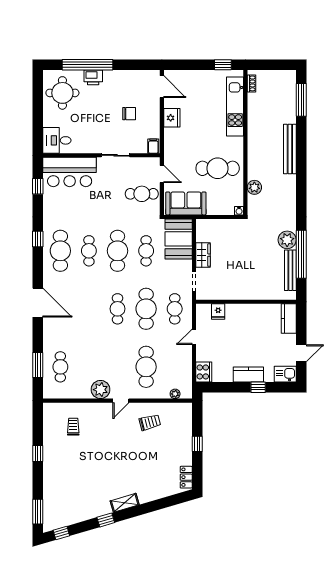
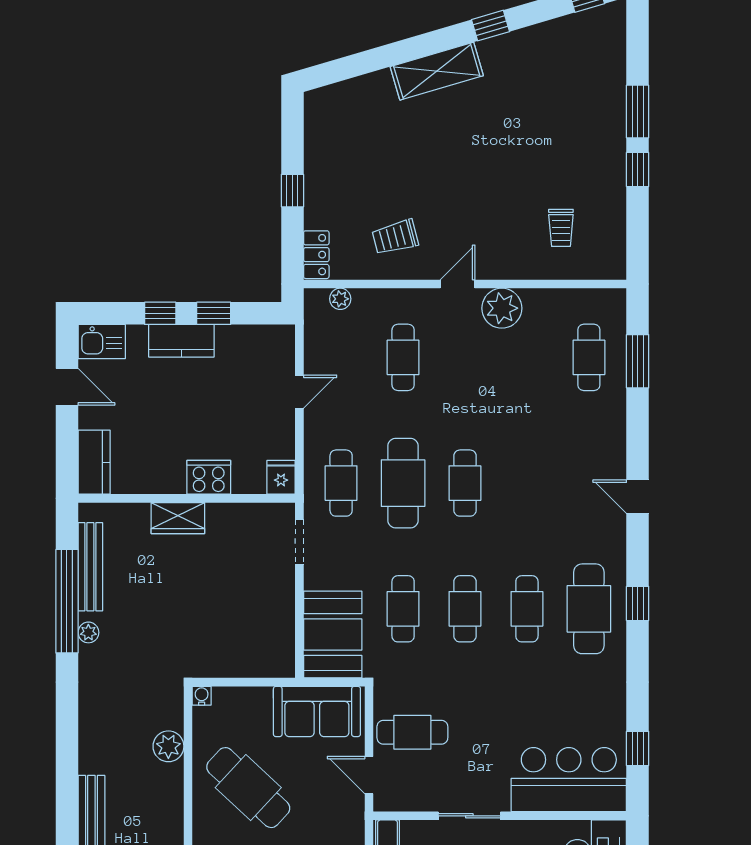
cafe table: (218, 168) -> (248, 788), turned 43
window: (38, 239) -> (638, 603), moved
plant: (287, 240) -> (88, 632), width x0.53, depth x0.53
cafe table: (118, 251) -> (465, 609), width x0.73, depth x0.74
wardrobe: (203, 255) -> (178, 518), moved, turned -90
door: (38, 303) -> (638, 497), width x0.53
fridge: (218, 311) -> (281, 477), moved
door: (194, 337) -> (299, 392), moved
door: (301, 353) -> (67, 387), swing flipped
cafe table: (146, 367) -> (403, 357), width x0.73, depth x0.74
cooker: (204, 372) -> (209, 477), moved, turned 90
window: (233, 387) -> (214, 313), added
locker: (186, 477) -> (316, 255), moved
shelving: (125, 503) -> (437, 71), width x1.50, depth x1.33
window: (38, 512) -> (638, 112), moved

